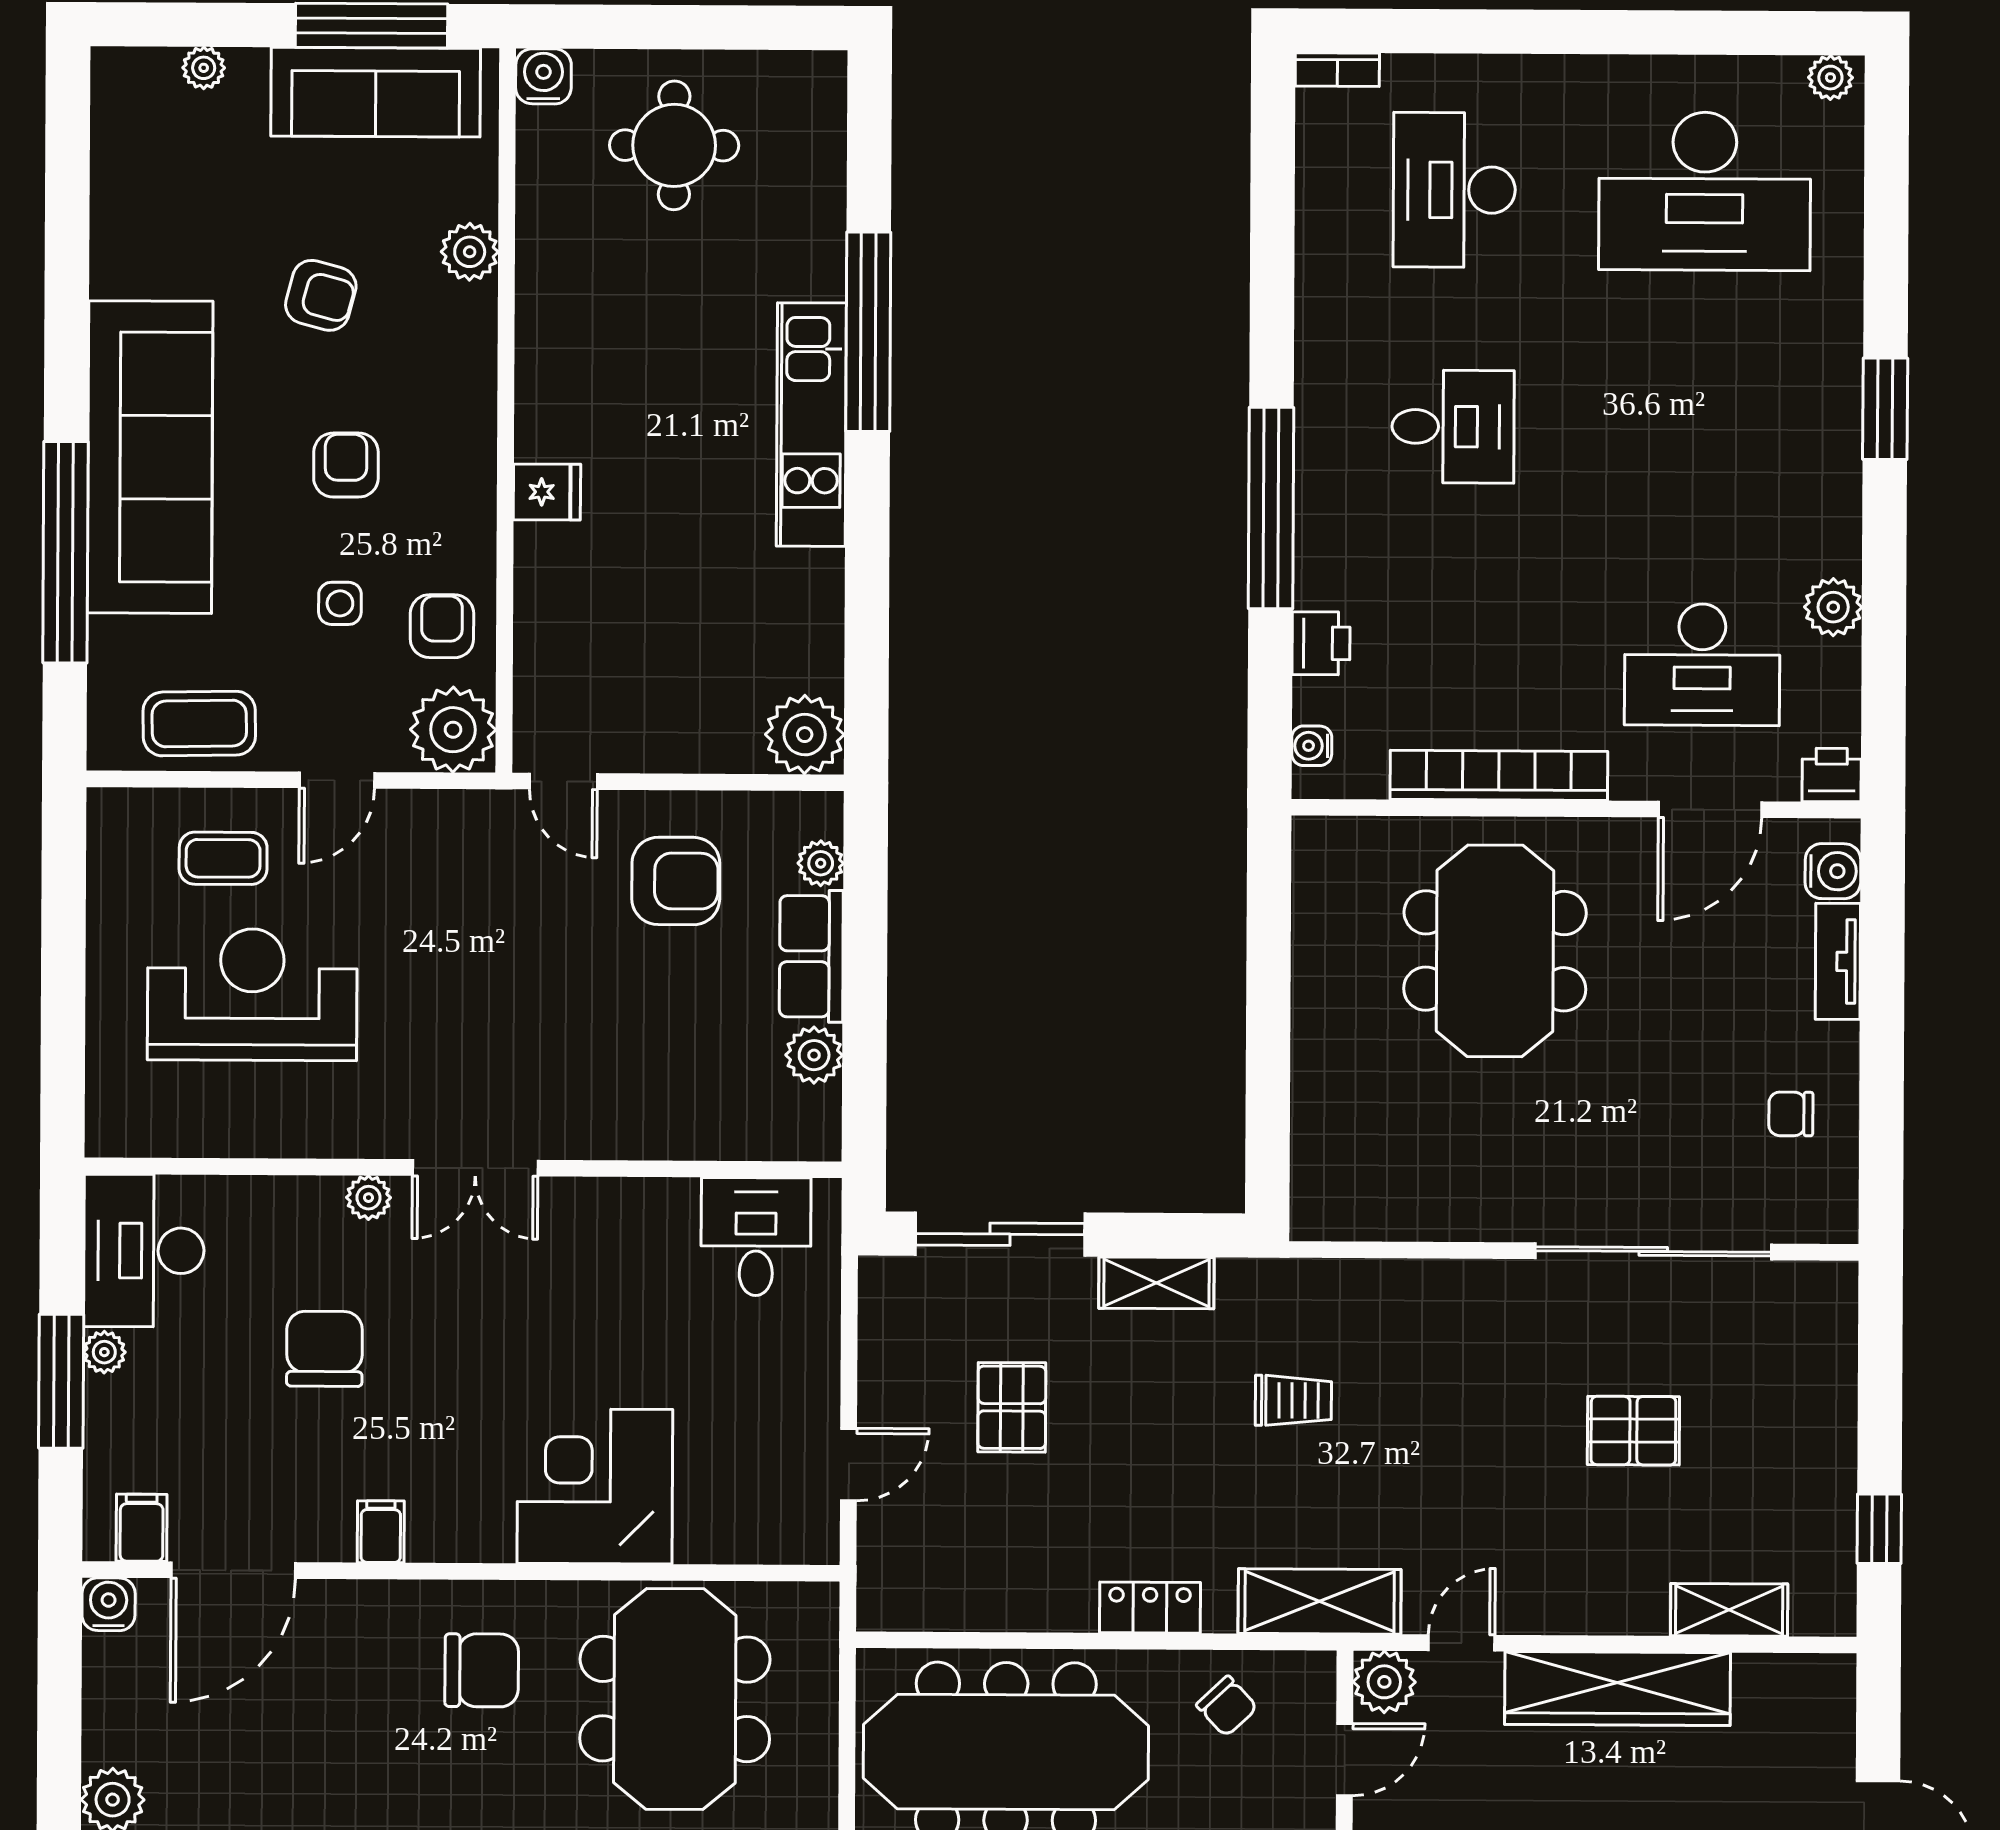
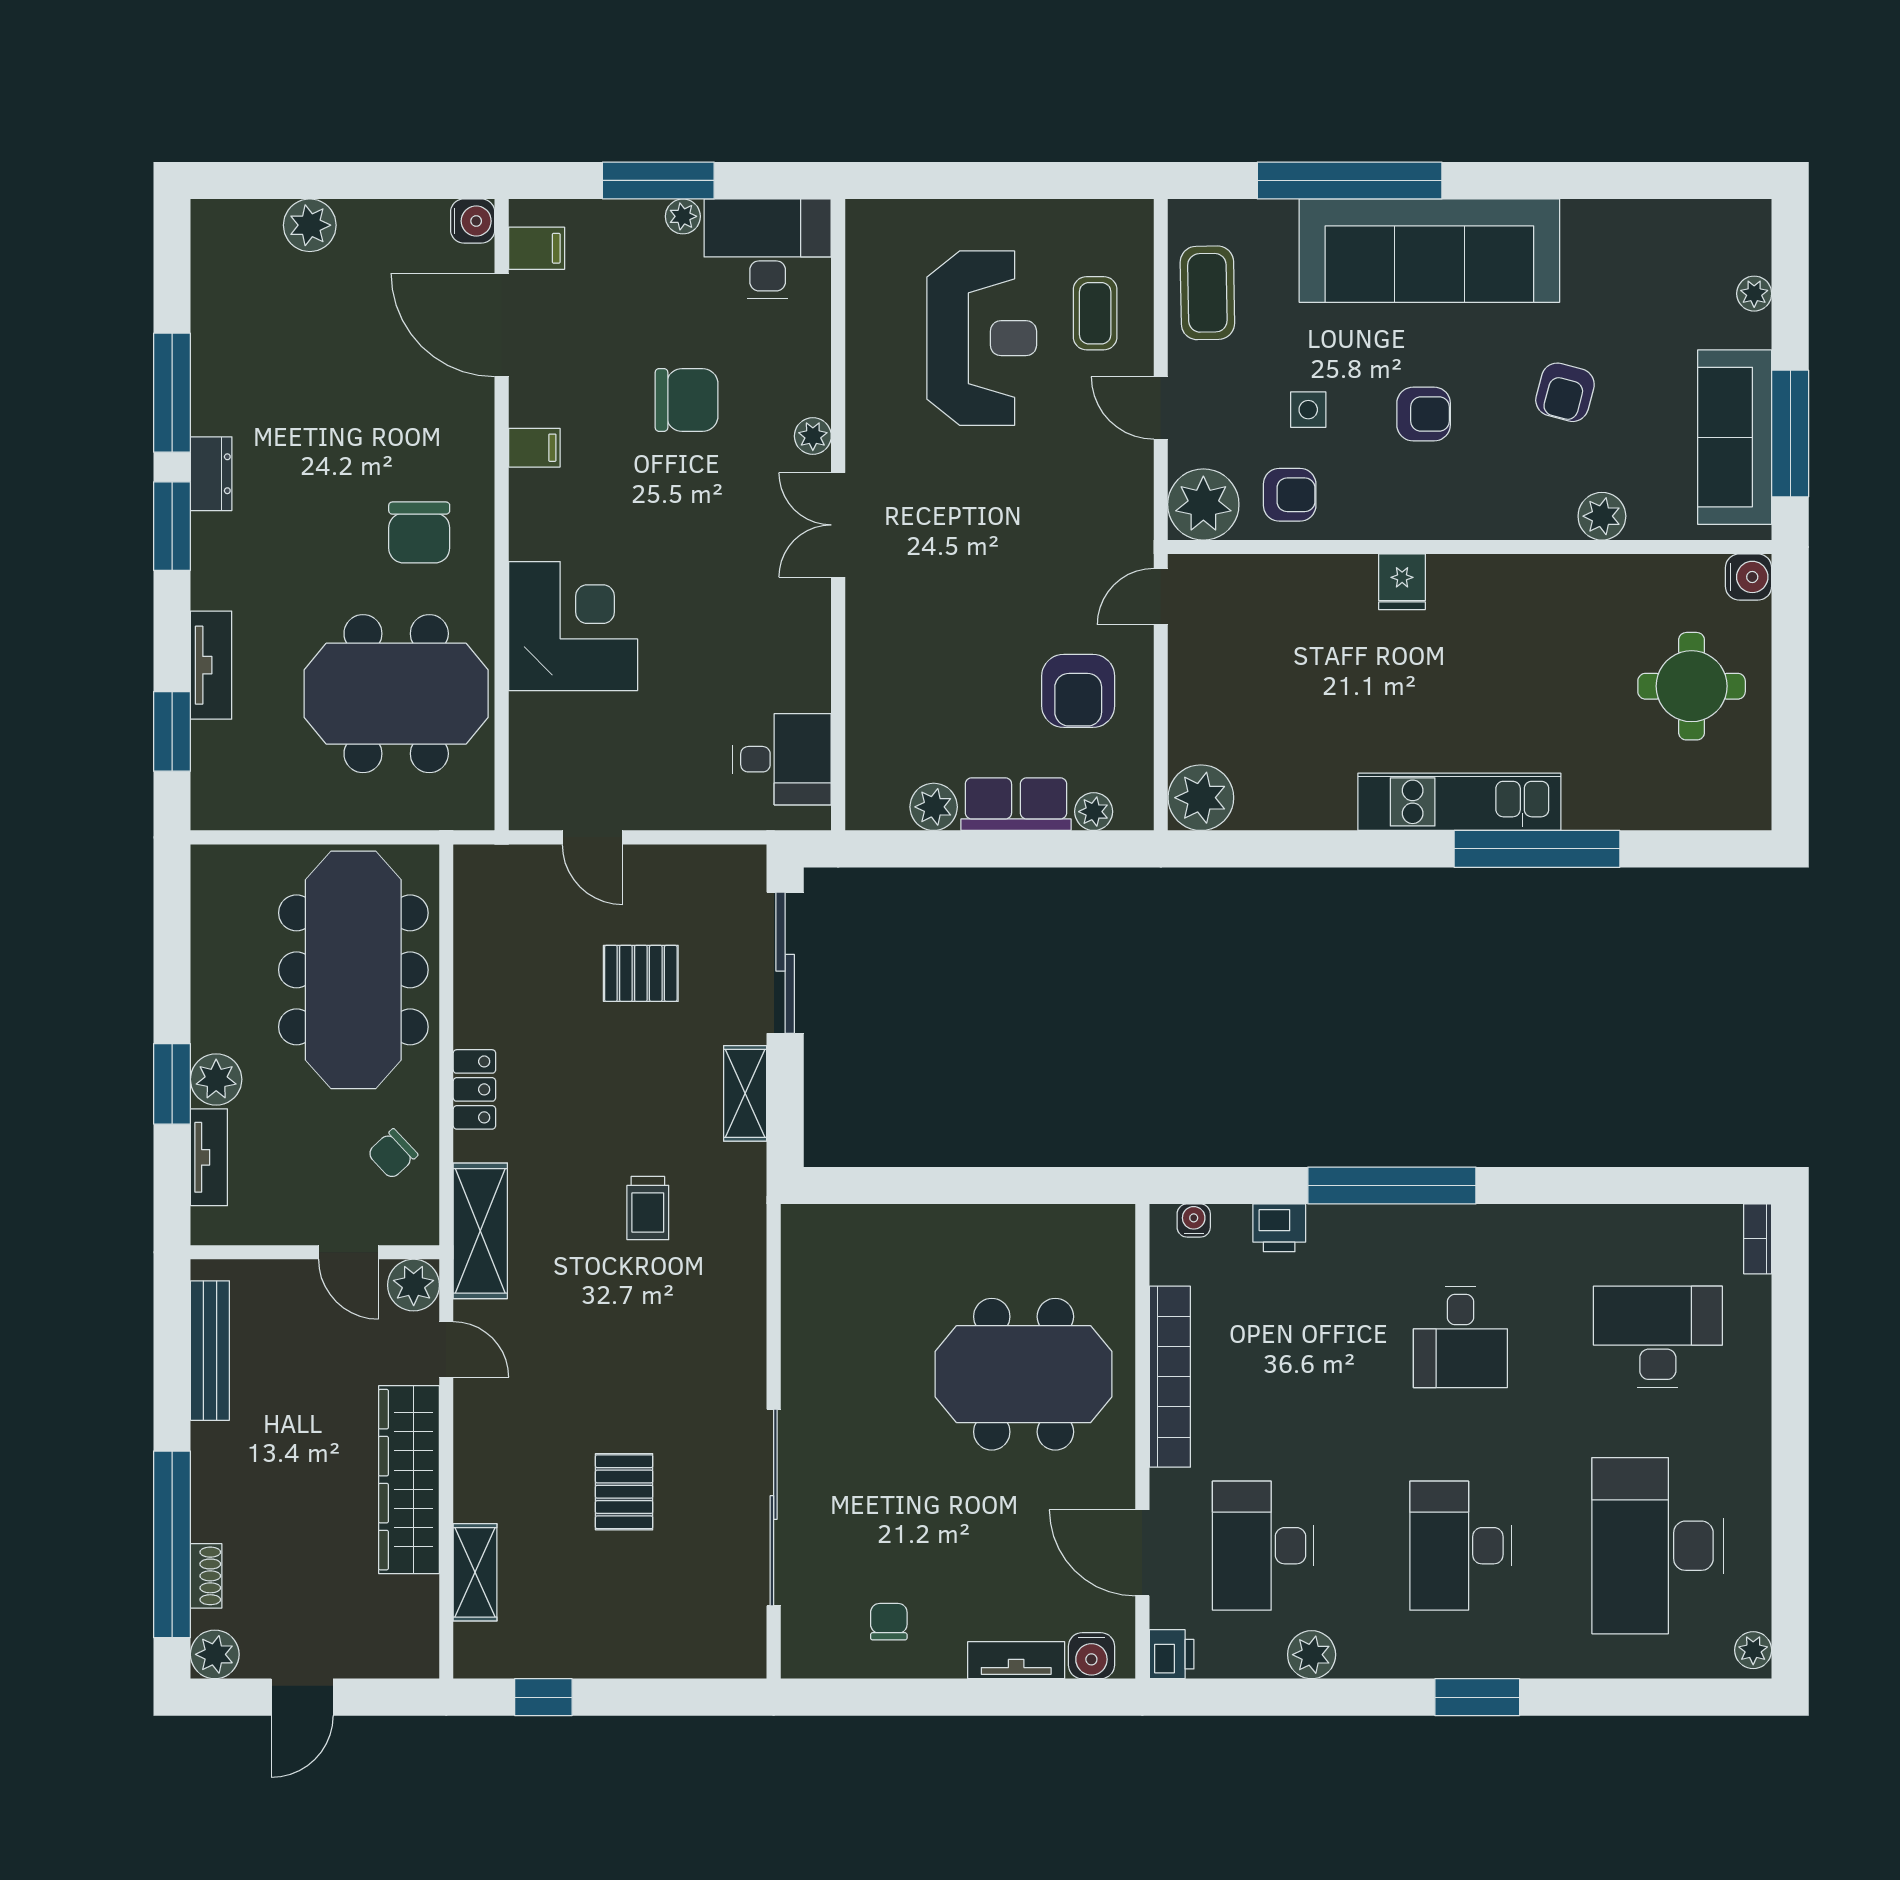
desk: (1703, 428) -> (1460, 1546), added

